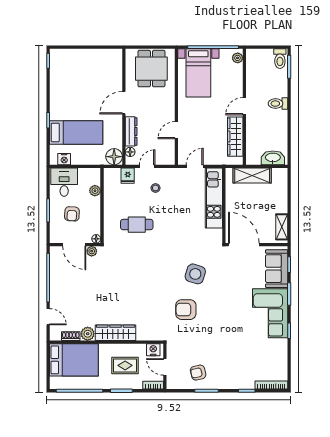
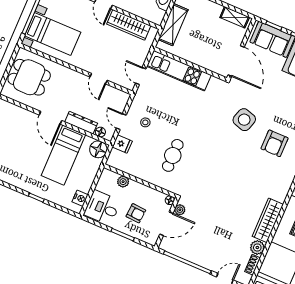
bed: (76, 132) -> (63, 155), moved, turned 180
door: (244, 245) -> (236, 61), swing flipped

